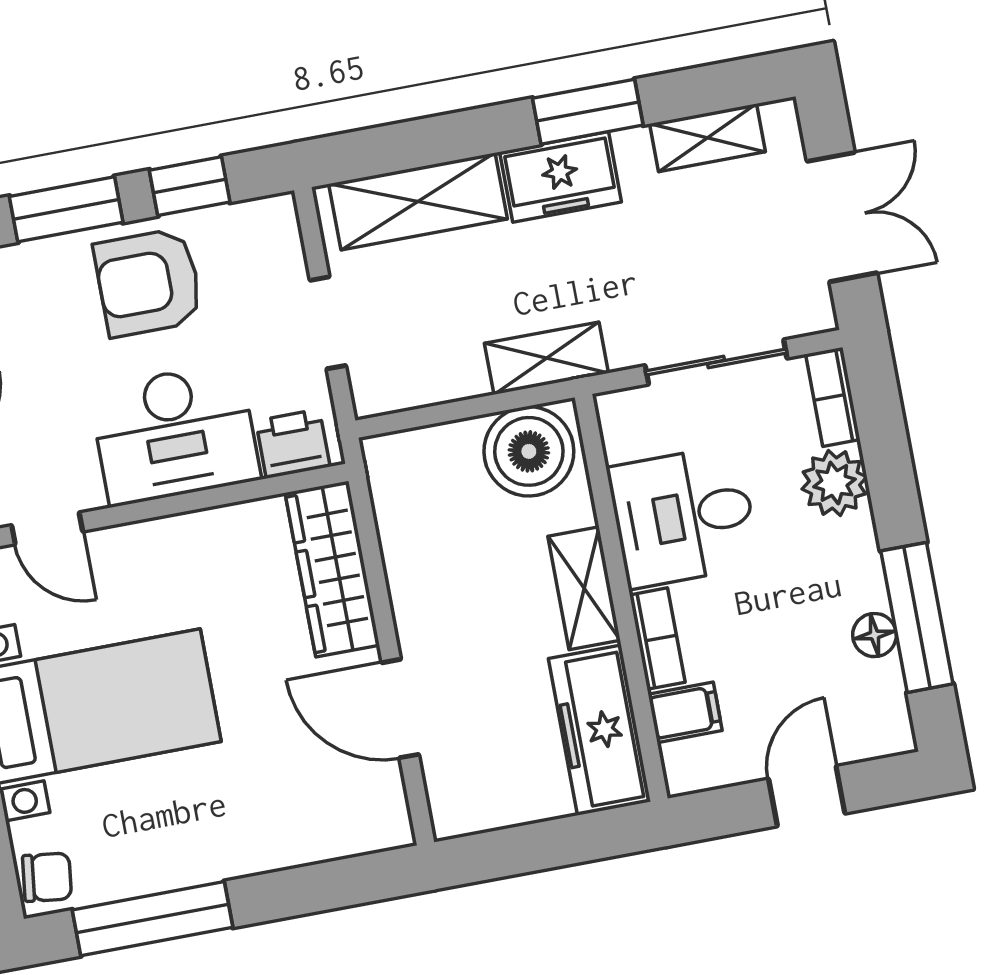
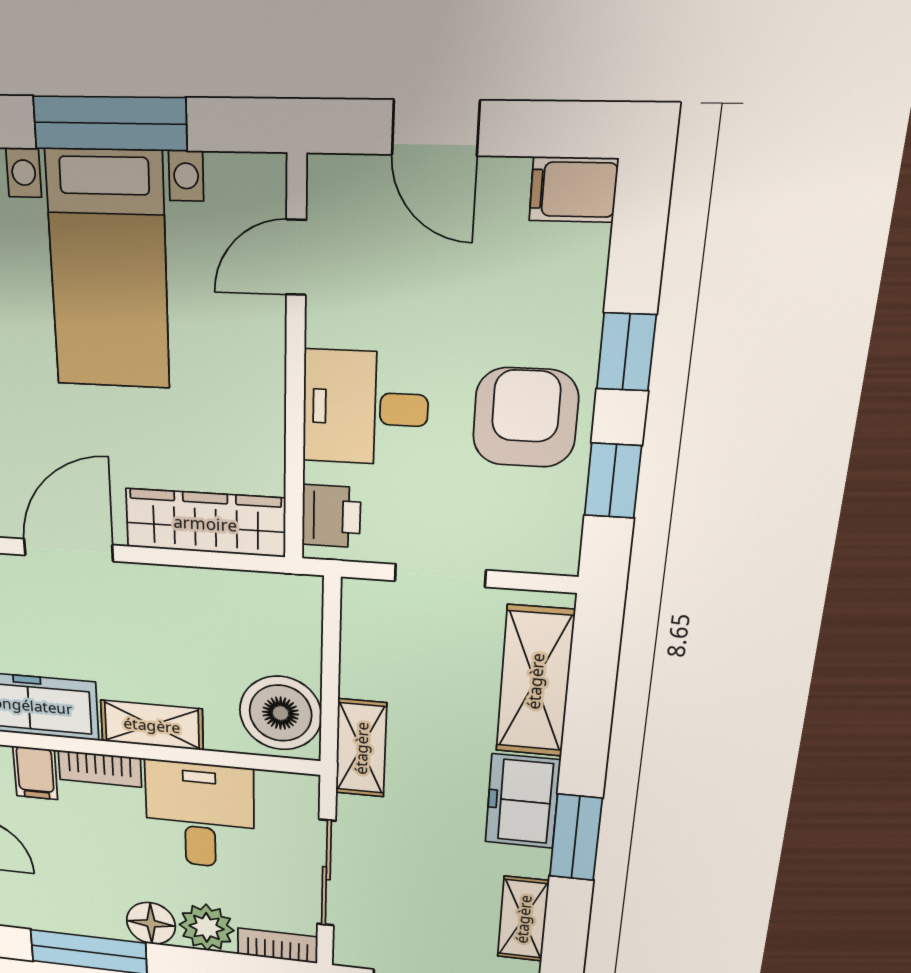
window: (66, 209) -> (626, 352), width x0.67
desk: (175, 434) -> (365, 408), width x0.73
floor lamp: (875, 635) -> (151, 923), moved, width x1.37, depth x1.37

